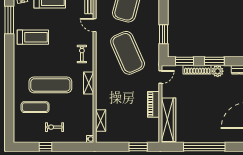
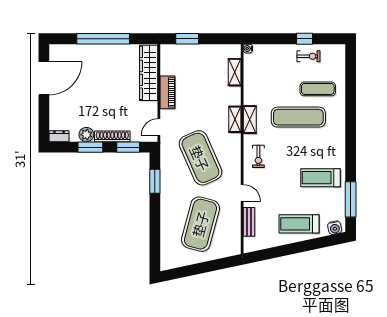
shelving: (100, 83) -> (235, 119), added
exercise bike: (54, 127) -> (308, 56), moved

